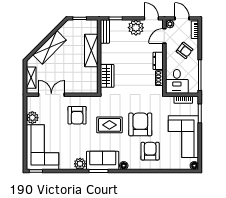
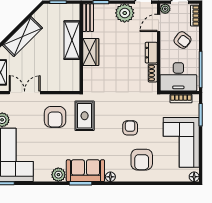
wardrobe: (107, 76) -> (91, 52), moved
desk: (177, 81) -> (178, 77), width x1.37
armchair: (140, 124) -> (130, 128), width x0.53, depth x0.53
rug: (109, 125) -> (85, 116), moved, turned 90
armchair: (150, 151) -> (142, 160), turned 180

